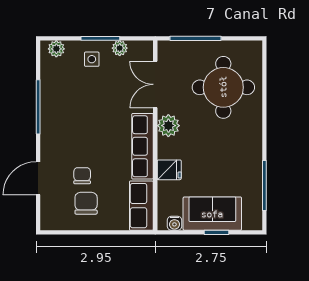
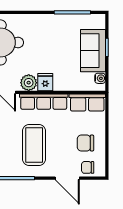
coffee table: (83, 133) -> (34, 145), added
fridge: (169, 170) -> (45, 82), moved
chair: (82, 176) -> (88, 167), moved

